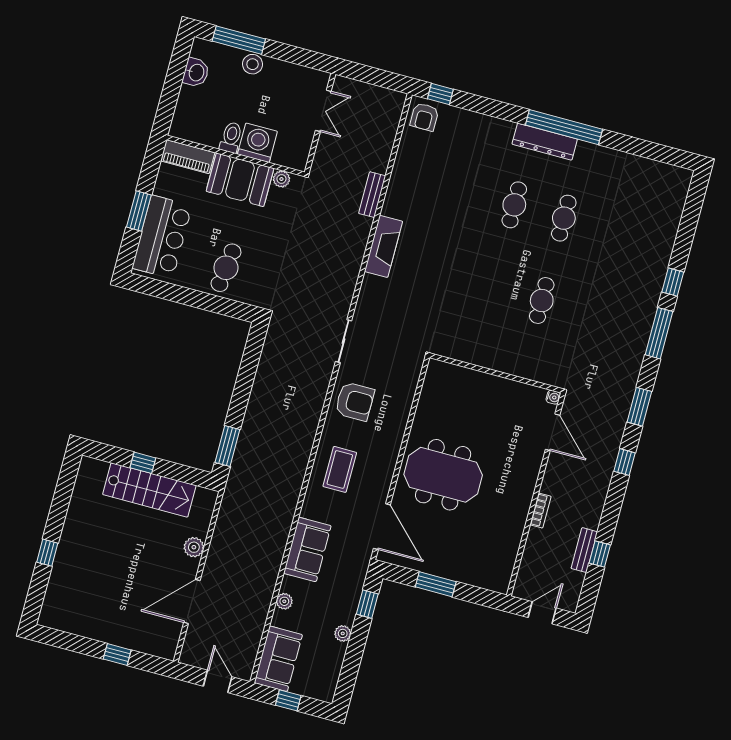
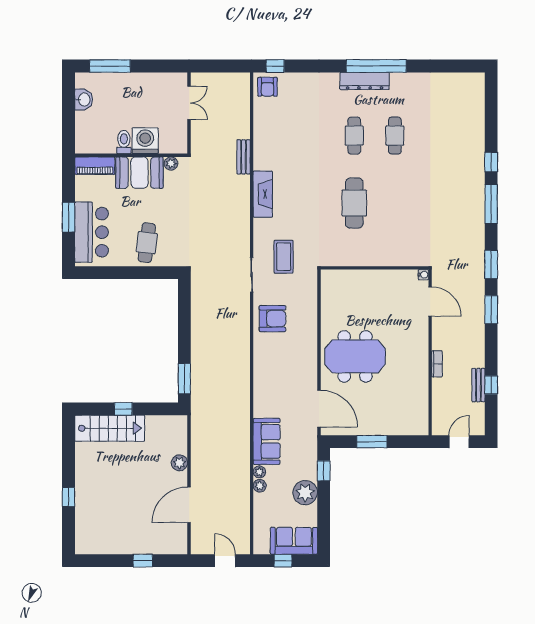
stool: (253, 64) -> (125, 82), removed
cafe table: (542, 300) -> (354, 203), moved, width x1.37, depth x1.35
window: (624, 462) -> (491, 310), width x1.50
coffee table: (340, 469) -> (284, 257), moved
stairs: (149, 490) -> (110, 428), moved
plant: (288, 584) -> (259, 472), added
plant: (343, 633) -> (305, 493), width x1.87, depth x1.87
sofa: (278, 659) -> (294, 541), moved, turned -90

